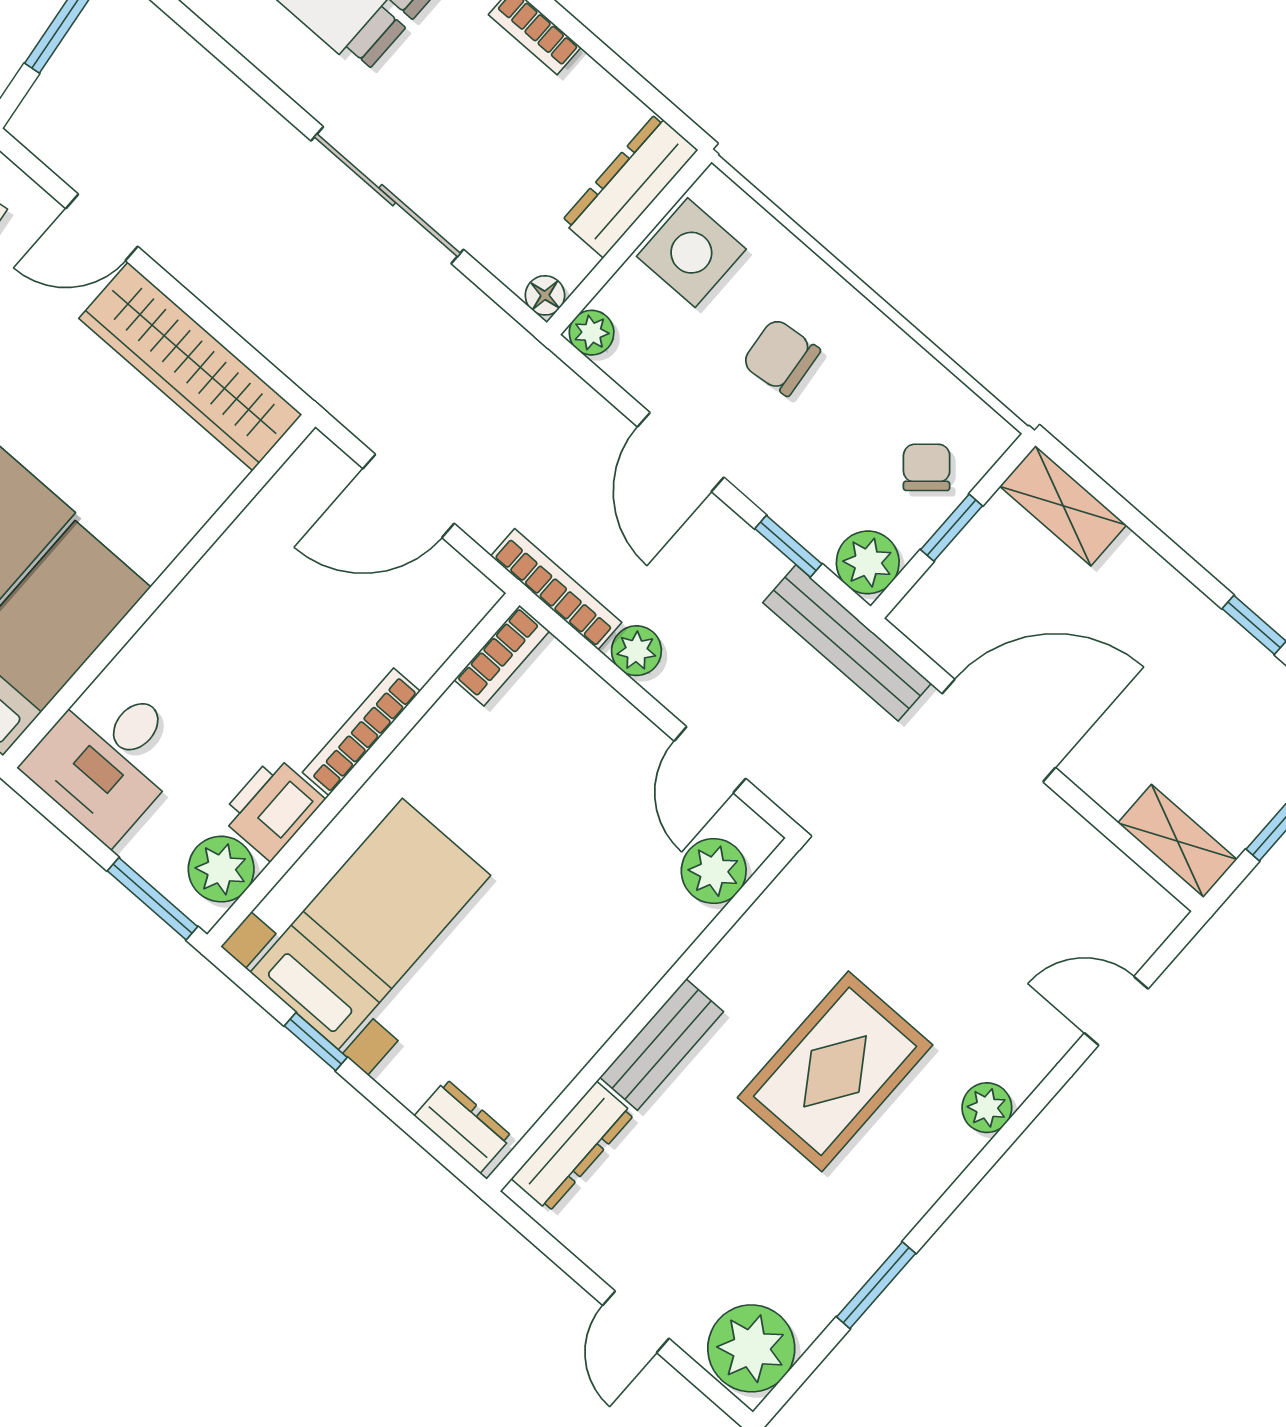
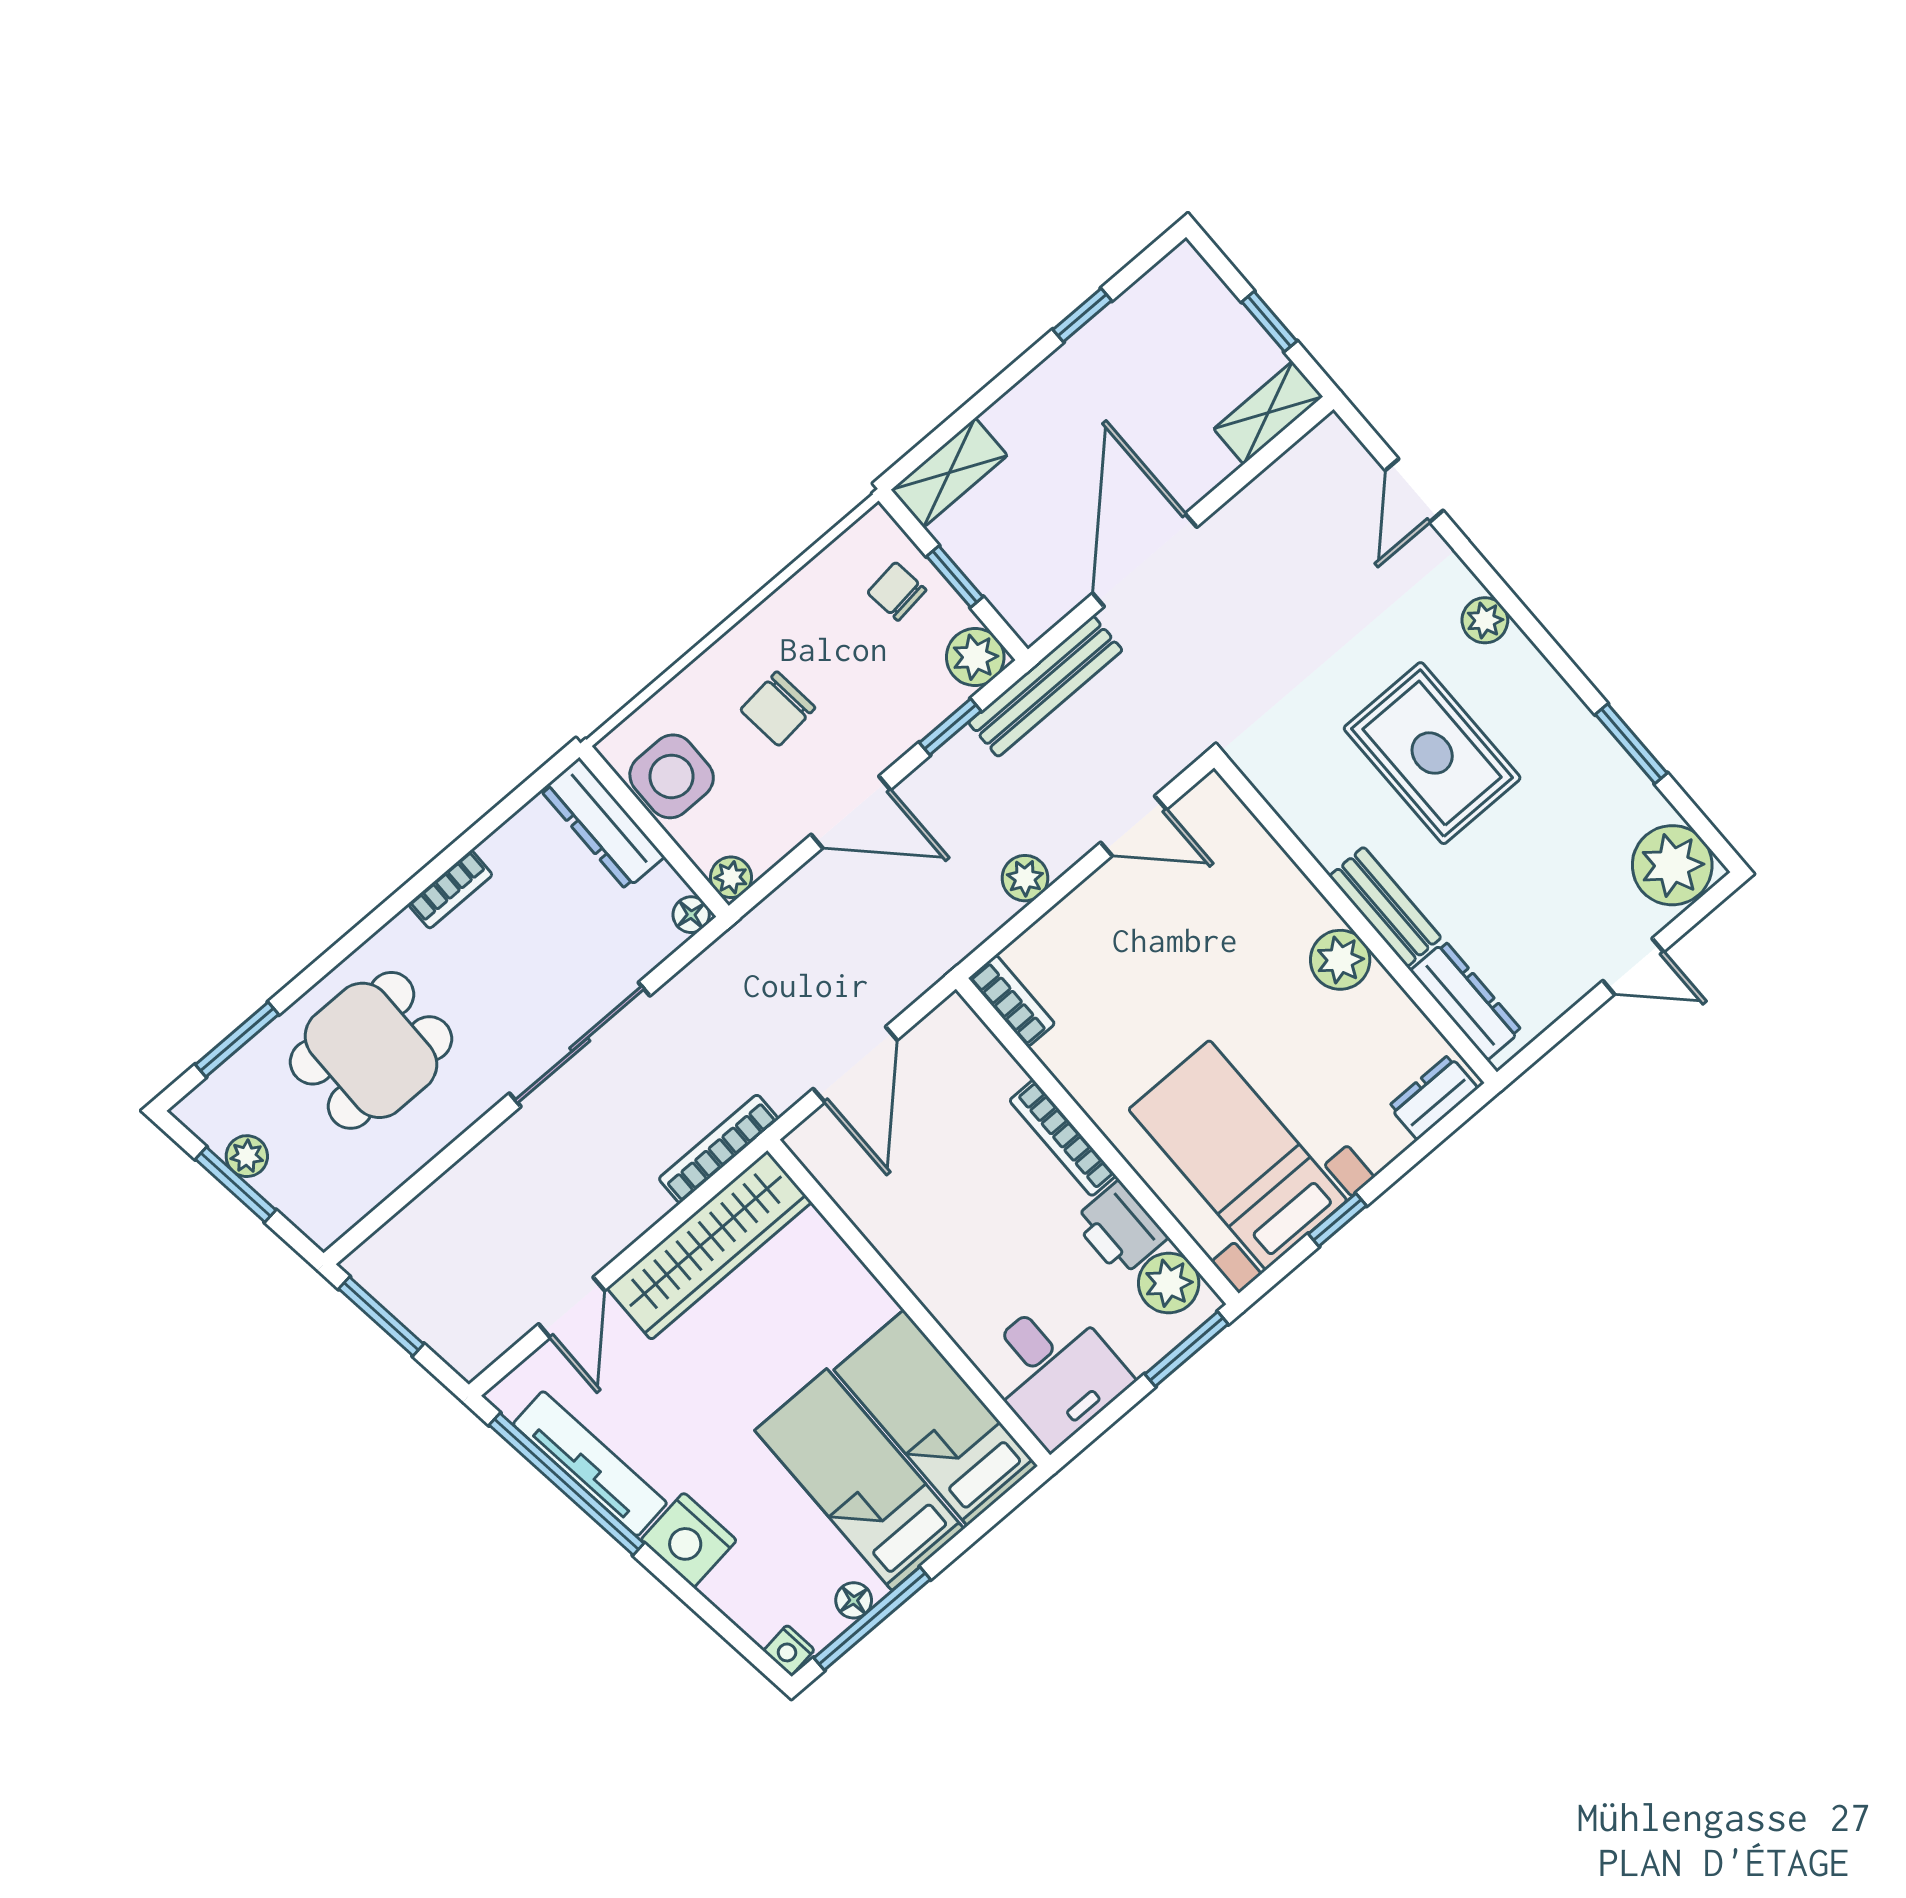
chair: (927, 467) -> (897, 591), turned 34
bookcase: (556, 589) -> (718, 1149), moved
plant: (714, 871) -> (1340, 960), moved

